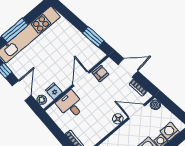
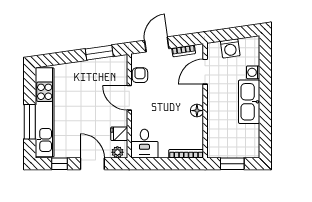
desk: (70, 105) -> (144, 144), moved, turned -90
boiler: (155, 105) -> (214, 48), removed
floor lamp: (118, 119) -> (197, 111), moved
washing machine: (170, 131) -> (230, 48), moved, turned -98

